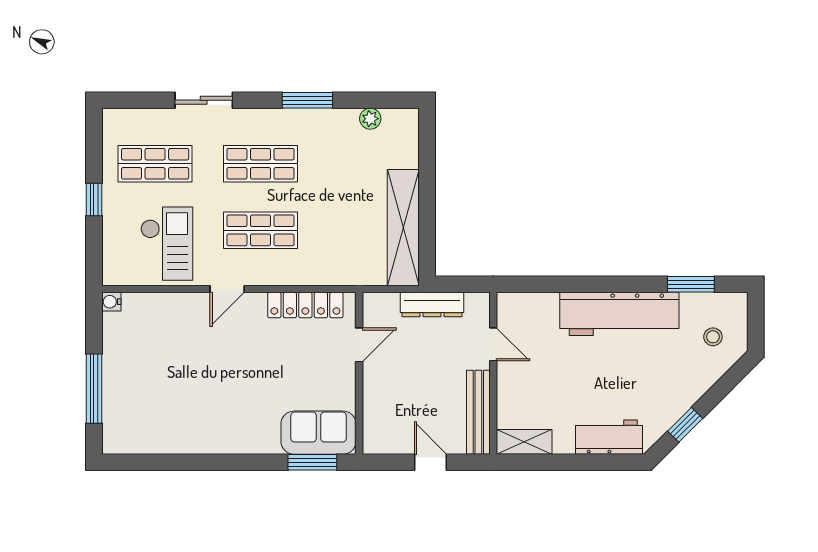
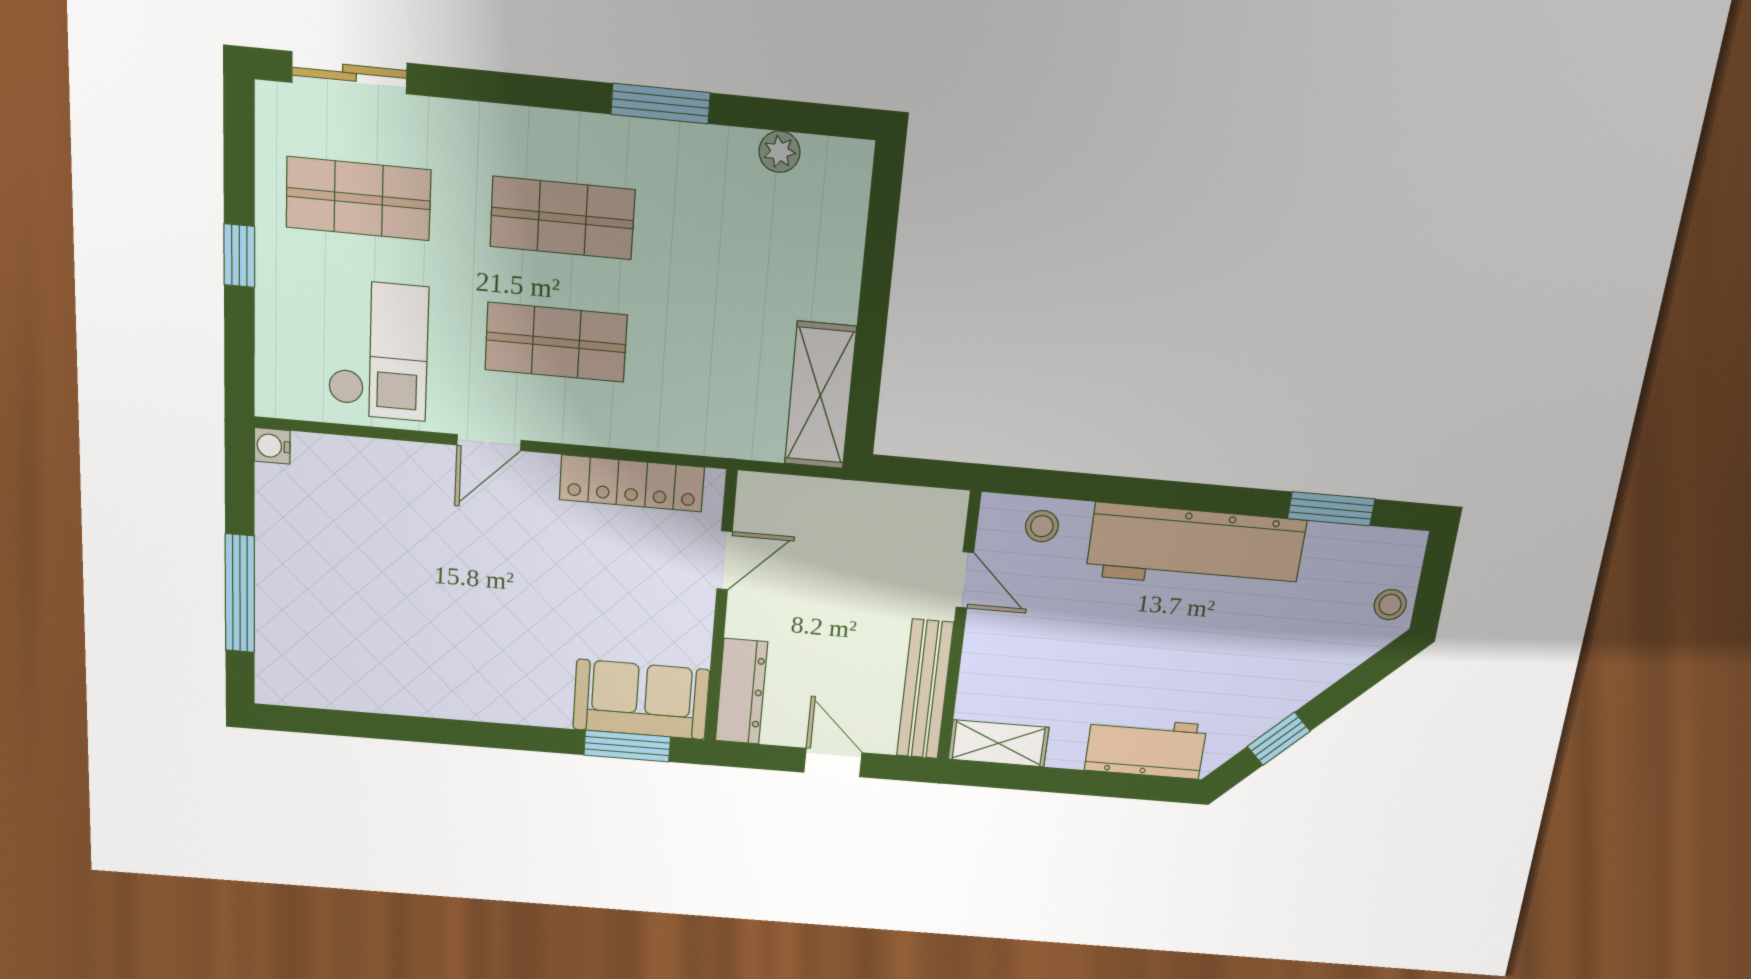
sliding door: (204, 100) -> (349, 73), moved
shelving: (403, 228) -> (820, 395), width x0.68
dresser: (432, 305) -> (741, 692), moved, turned -90
stool: (532, 309) -> (1042, 526), added
stool: (713, 337) -> (1390, 605), moved

